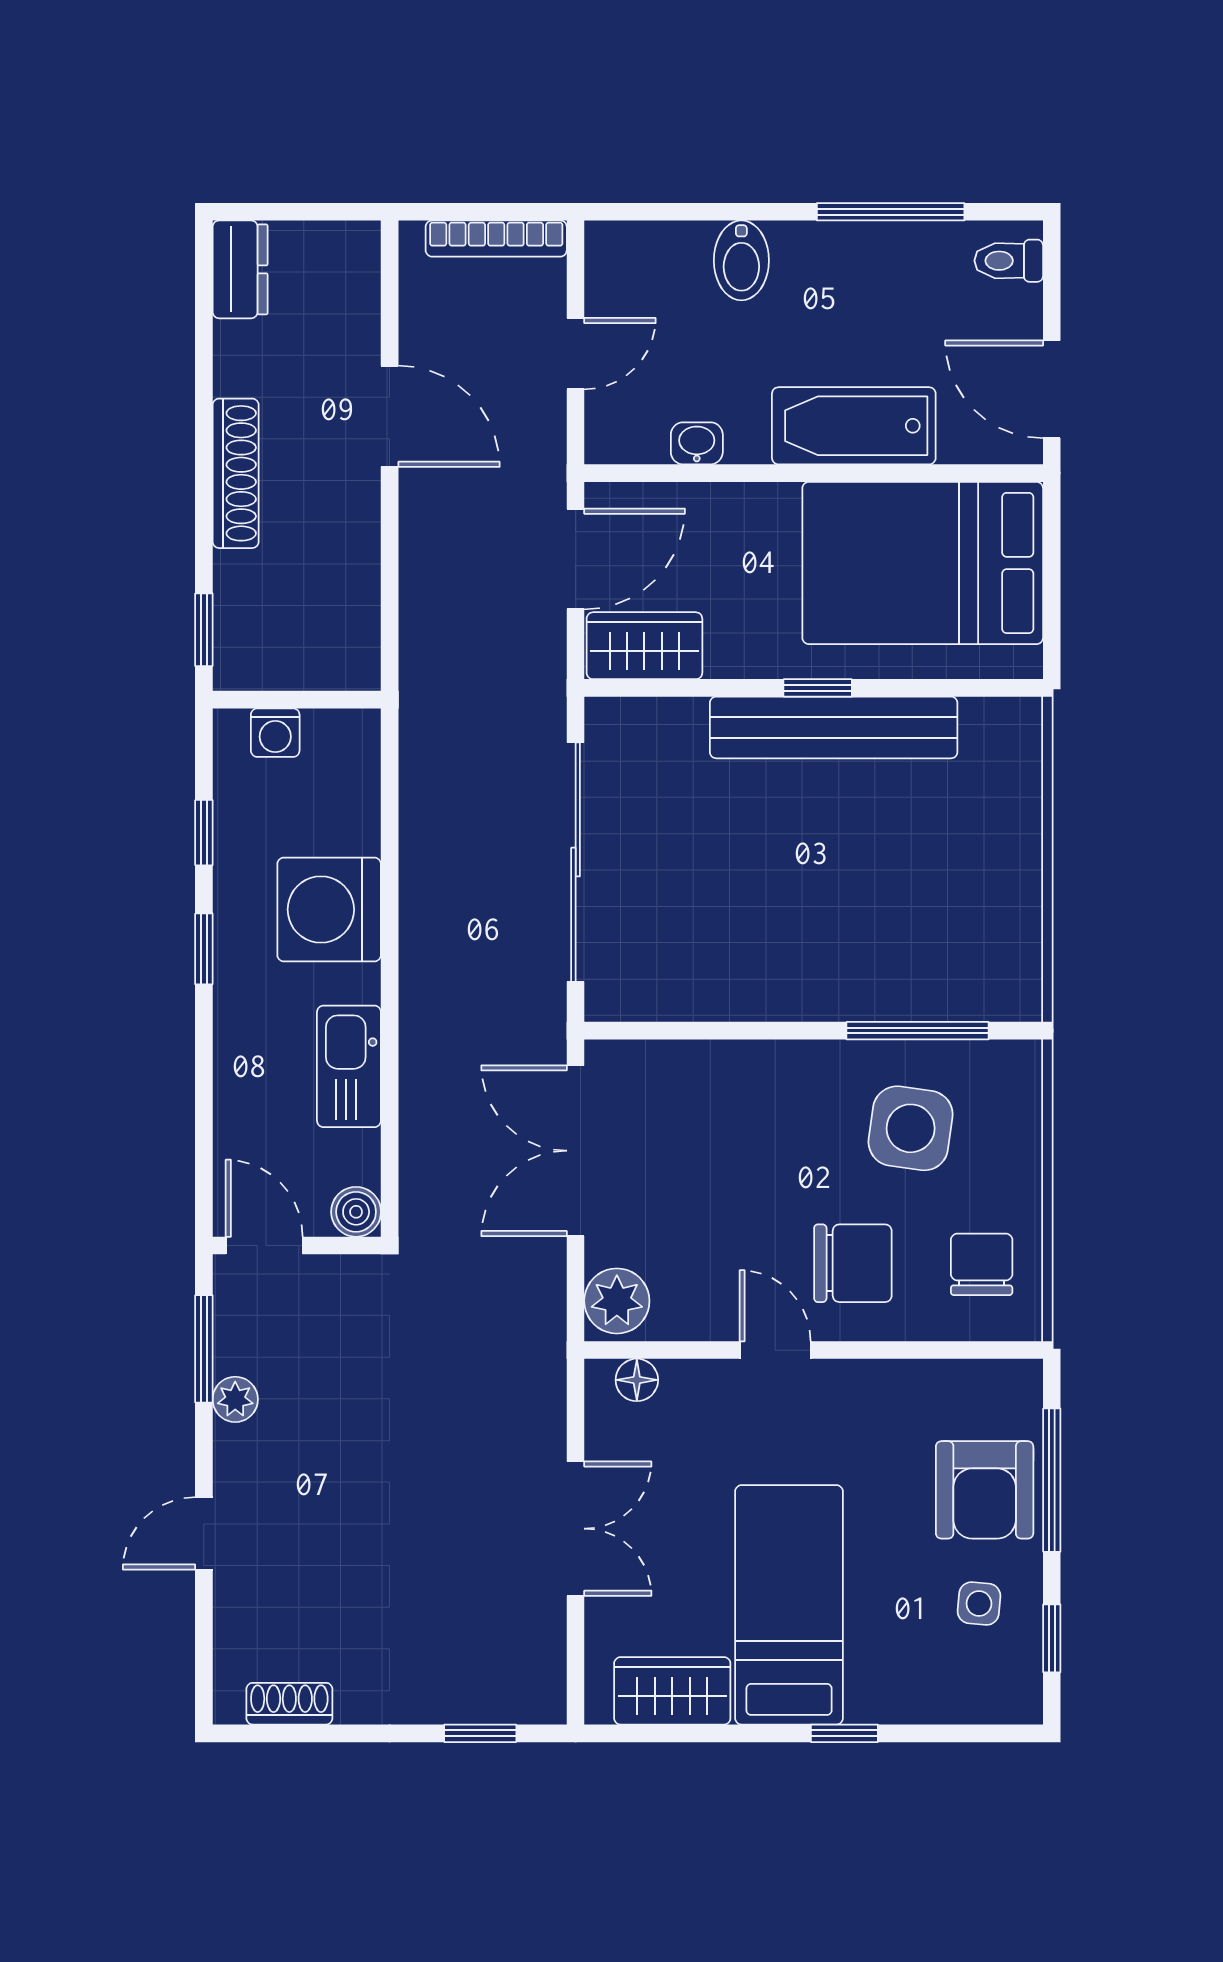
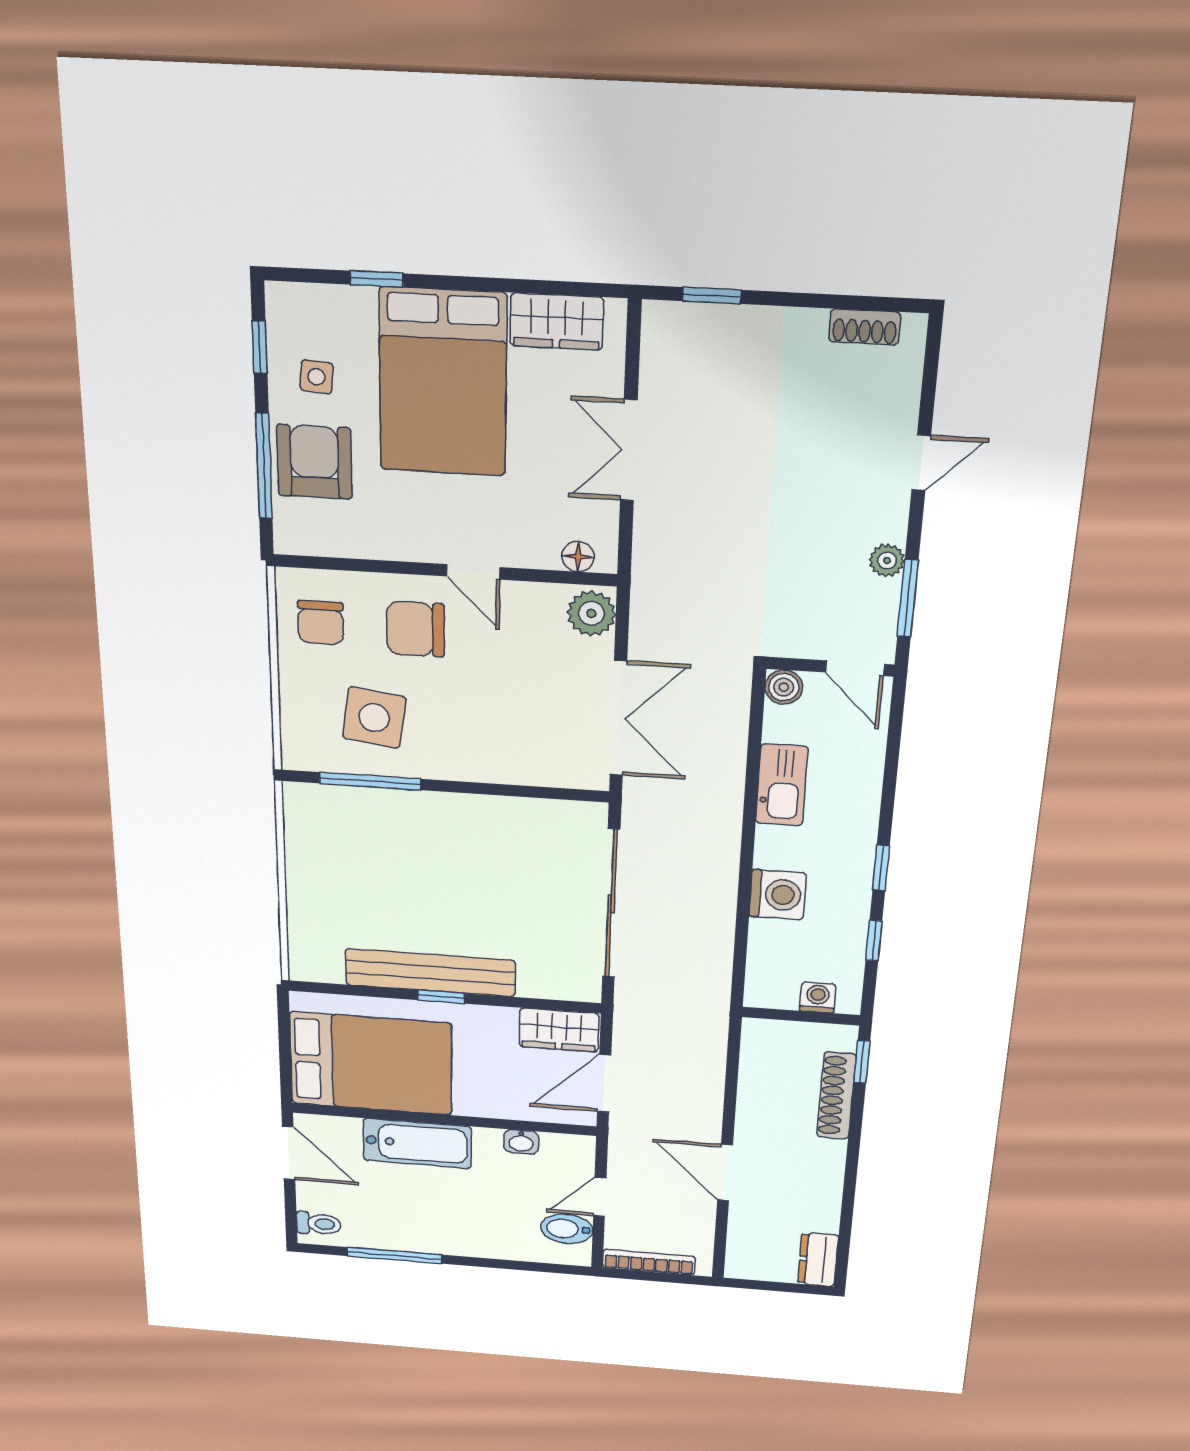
bidet: (741, 260) -> (567, 1229), moved, turned -90
shoe rack: (236, 473) -> (836, 1096), moved
washing machine: (329, 910) -> (778, 895), width x0.73, depth x0.73
bed: (789, 1605) -> (443, 382), width x1.50
window: (844, 1733) -> (376, 279), moved

